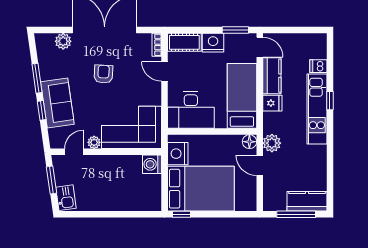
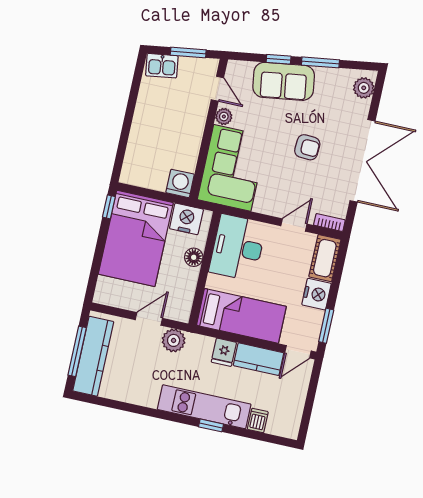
plant: (63, 41) -> (364, 88), moved
floor lamp: (249, 142) -> (194, 257), moved
kitchen counter: (307, 201) -> (93, 356), width x1.50

